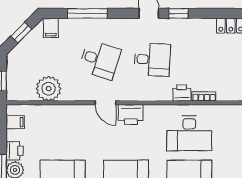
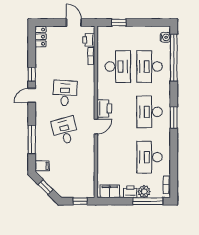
desk: (100, 60) -> (65, 131), turned -33
plant: (49, 89) -> (86, 167), removed
printer: (182, 93) -> (89, 40), moved
filing cabinet: (15, 122) -> (110, 191), width x2.00

